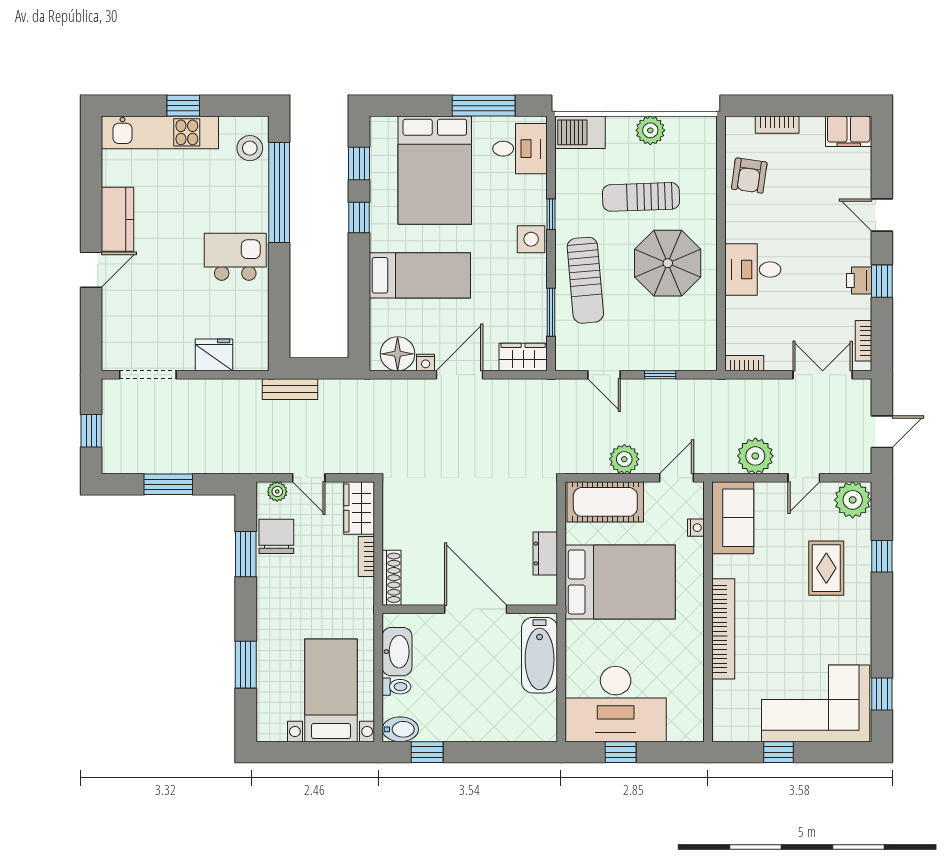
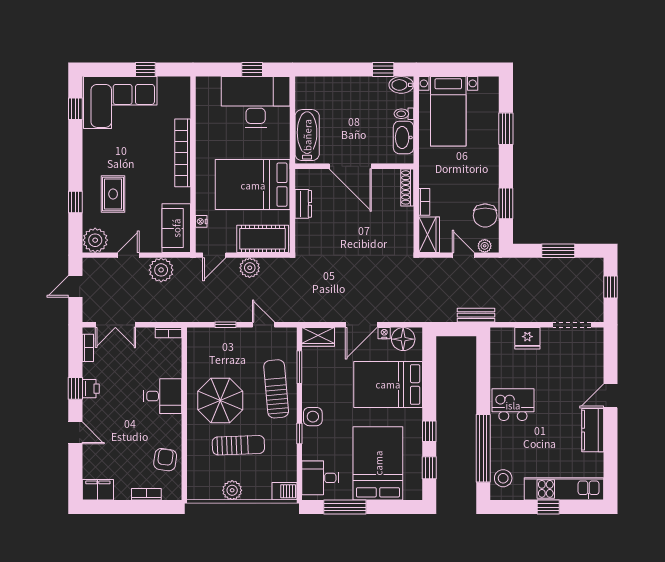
barbecue: (580, 132) -> (284, 491), width x0.73, depth x0.79
kitchen island: (235, 257) -> (513, 405), turned 180
bed: (420, 275) -> (388, 384), width x1.50

